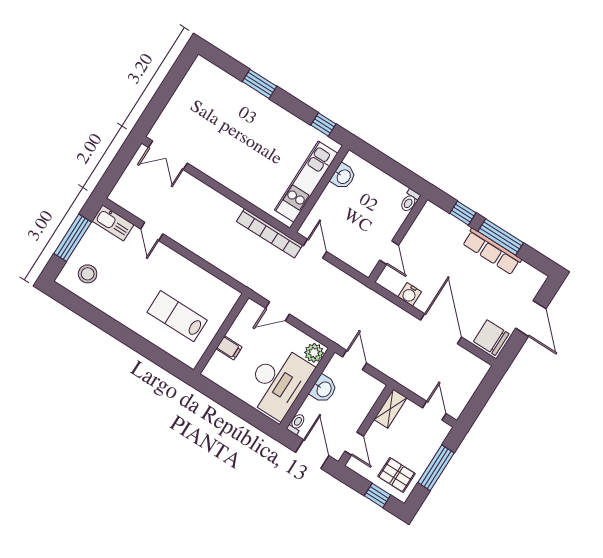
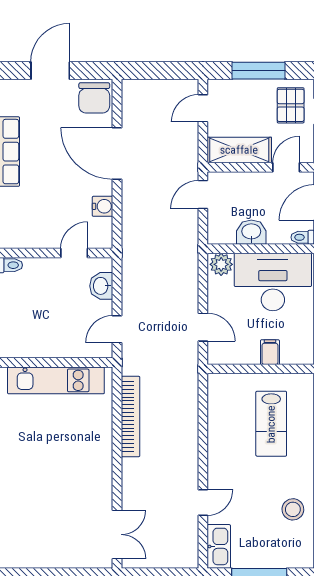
washbasin: (343, 176) -> (101, 286), moved, turned -90
bookcase: (269, 233) -> (130, 416), moved
stool: (88, 274) -> (293, 509), moved
door: (441, 329) -> (117, 153), hinge flipped
door: (355, 360) -> (203, 195), moved
shelving: (390, 409) -> (239, 150), width x1.50, depth x1.33

